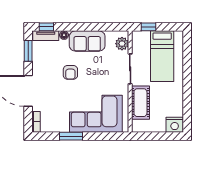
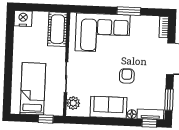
cot: (140, 103) -> (57, 29), moved

